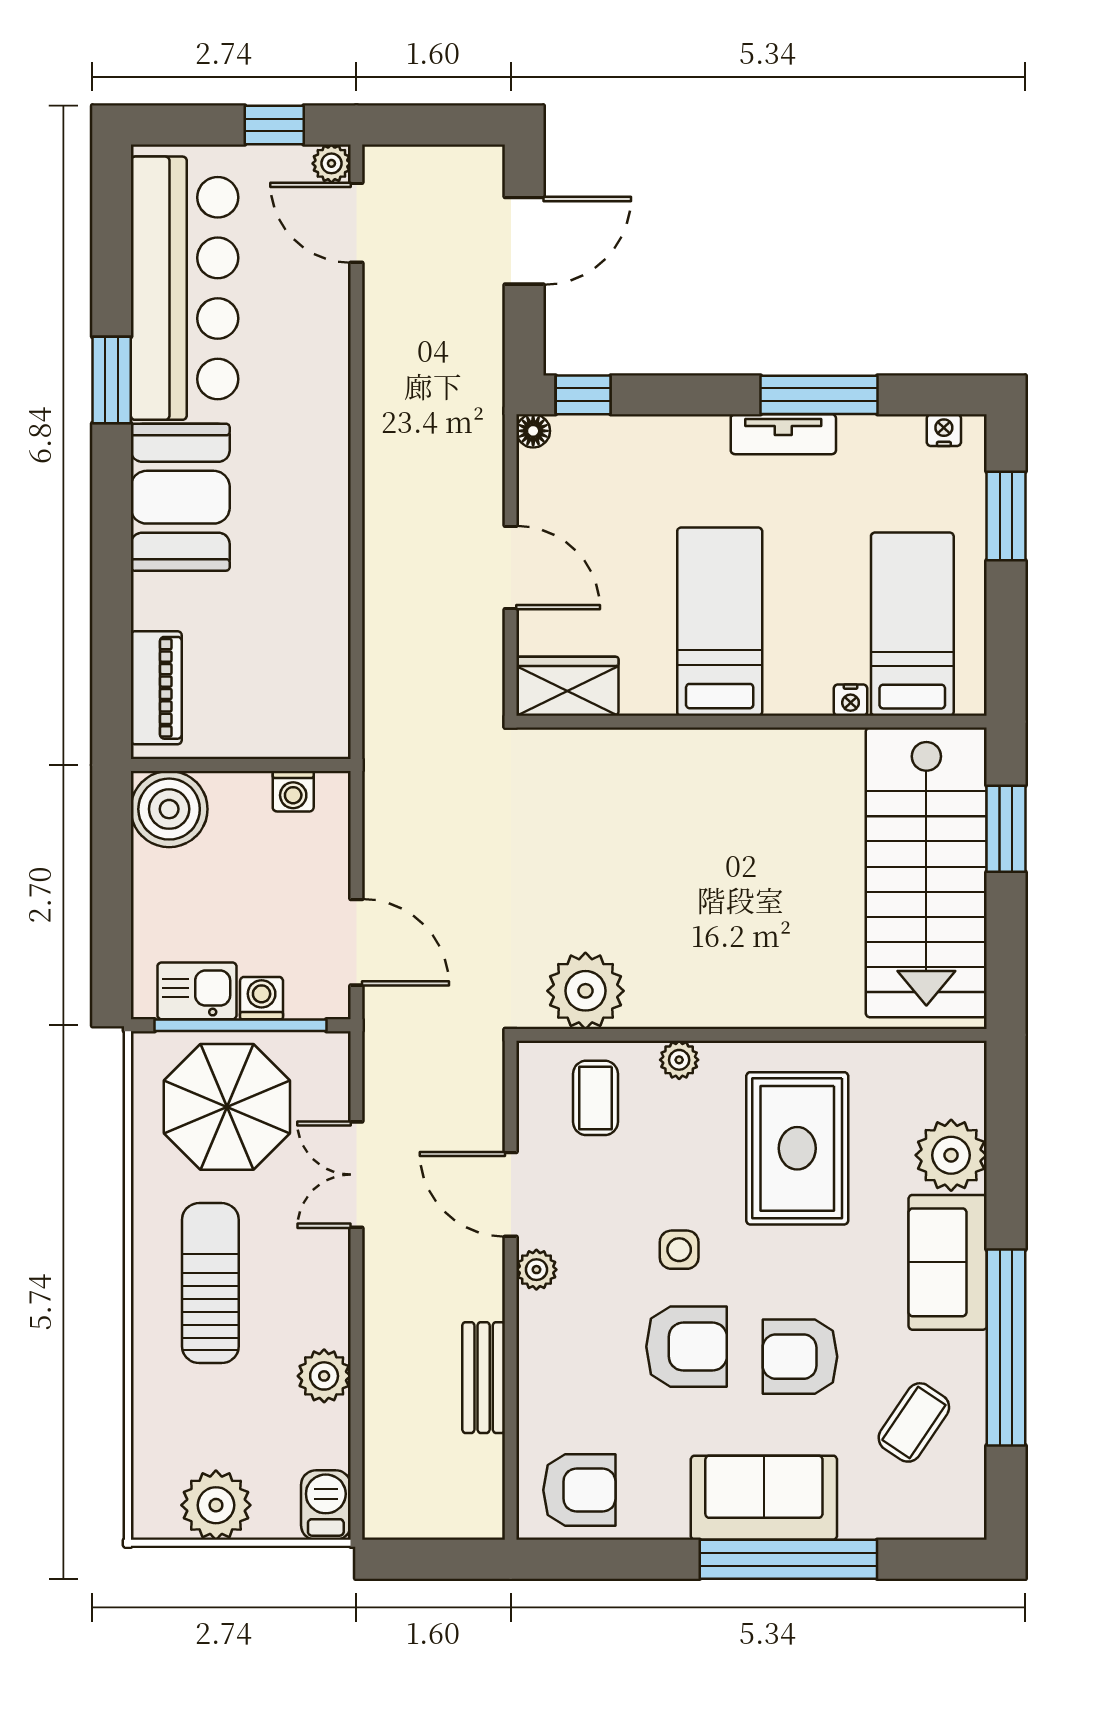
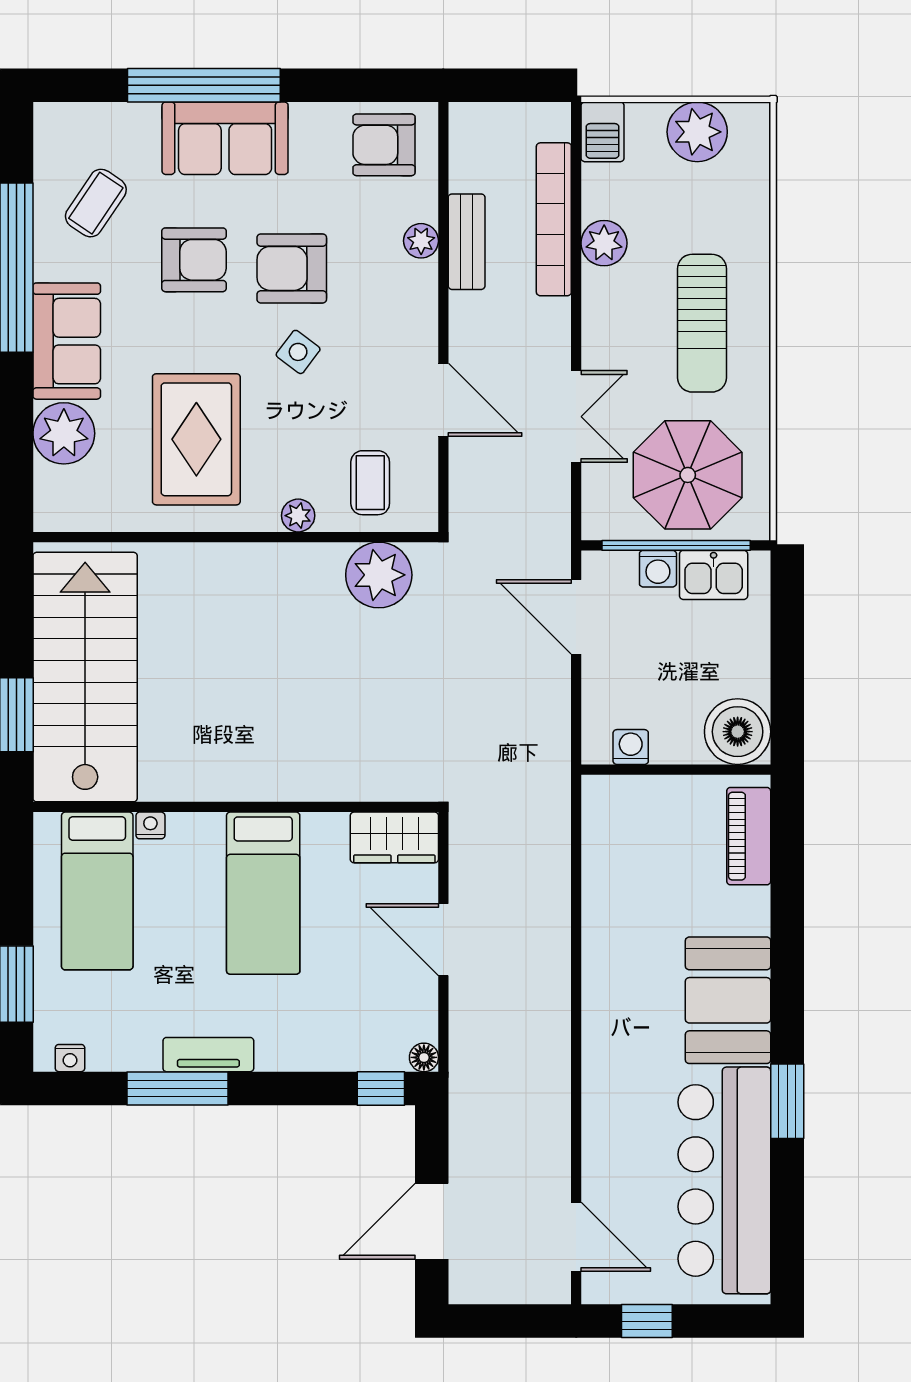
plant: (331, 163) -> (598, 1288), removed
side table: (679, 1250) -> (298, 352), turned 37
plant: (536, 1270) -> (421, 241), moved
bookcase: (382, 1404) -> (554, 219), added

